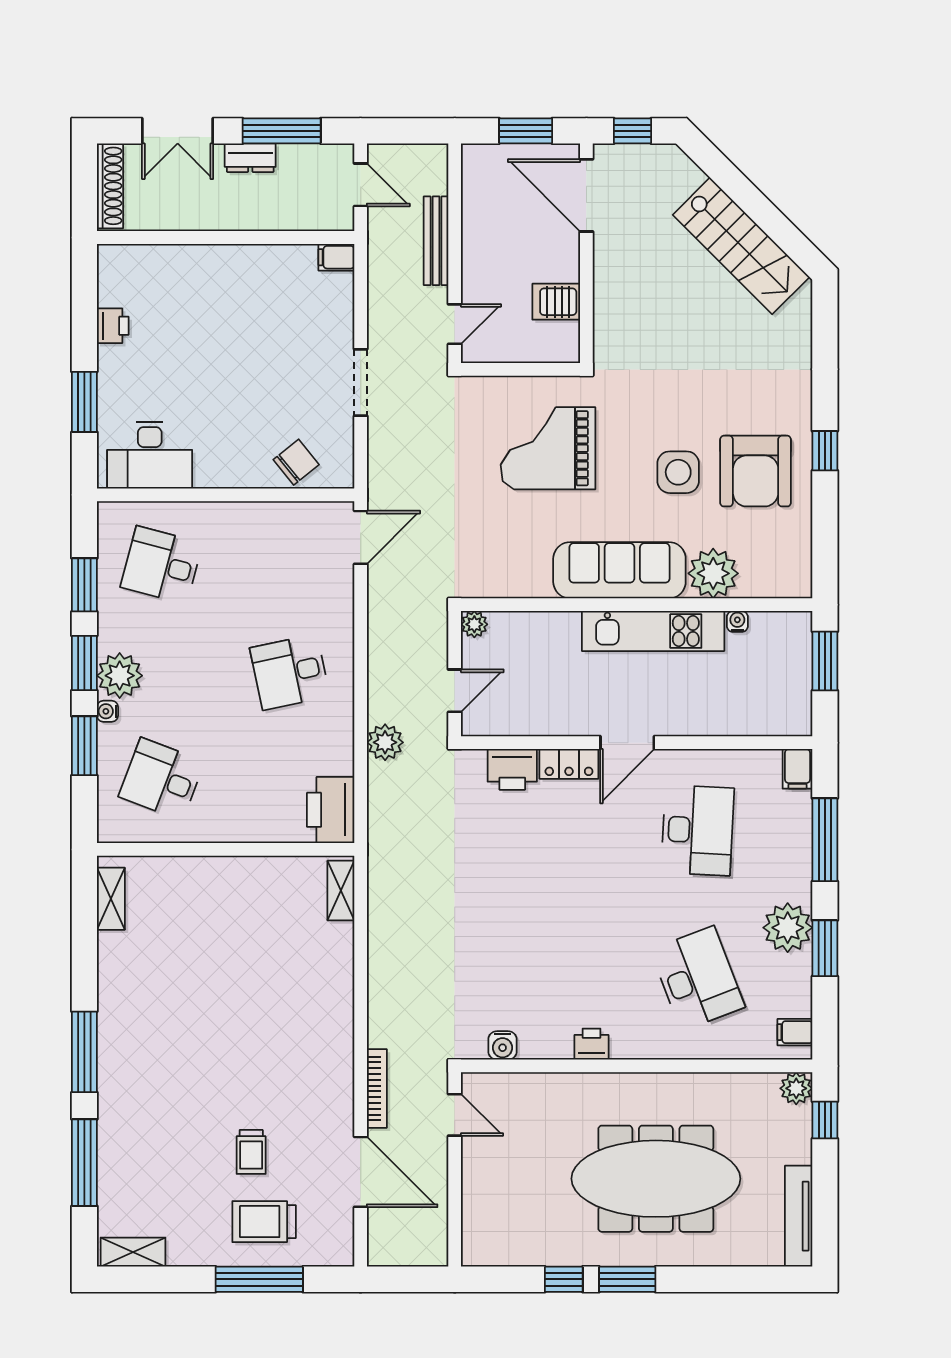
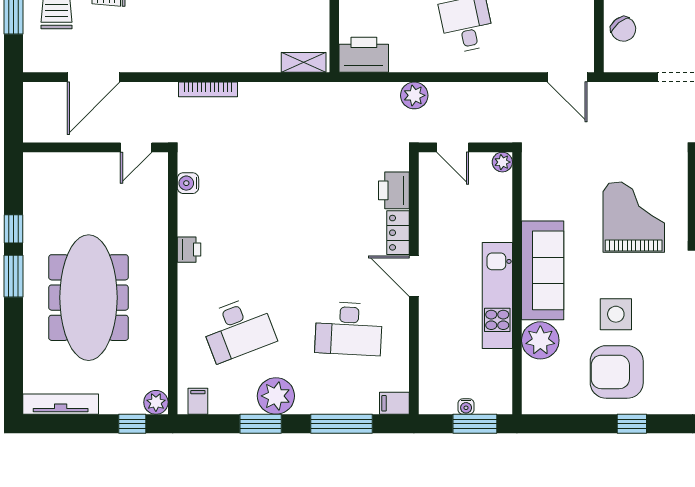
water cooler: (737, 621) -> (466, 407), moved, turned 90
bookcase: (377, 1089) -> (208, 89), moved

